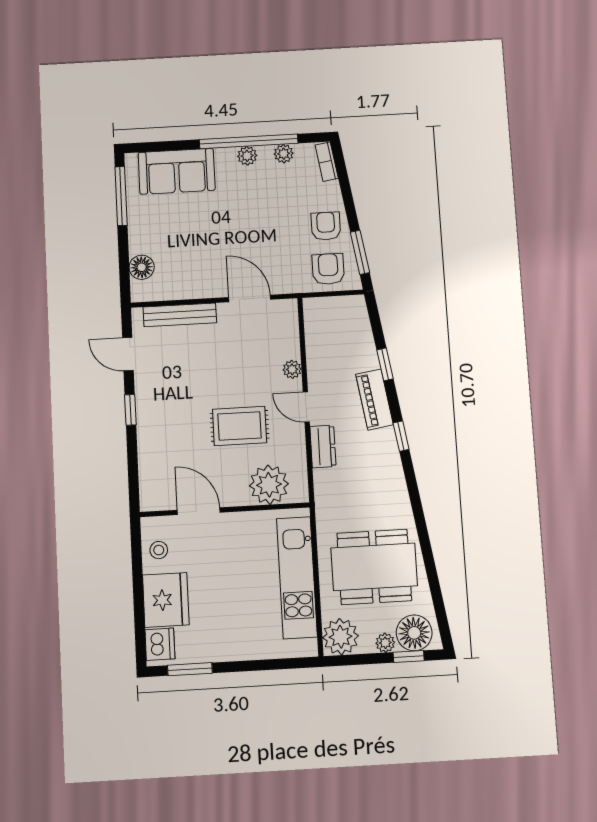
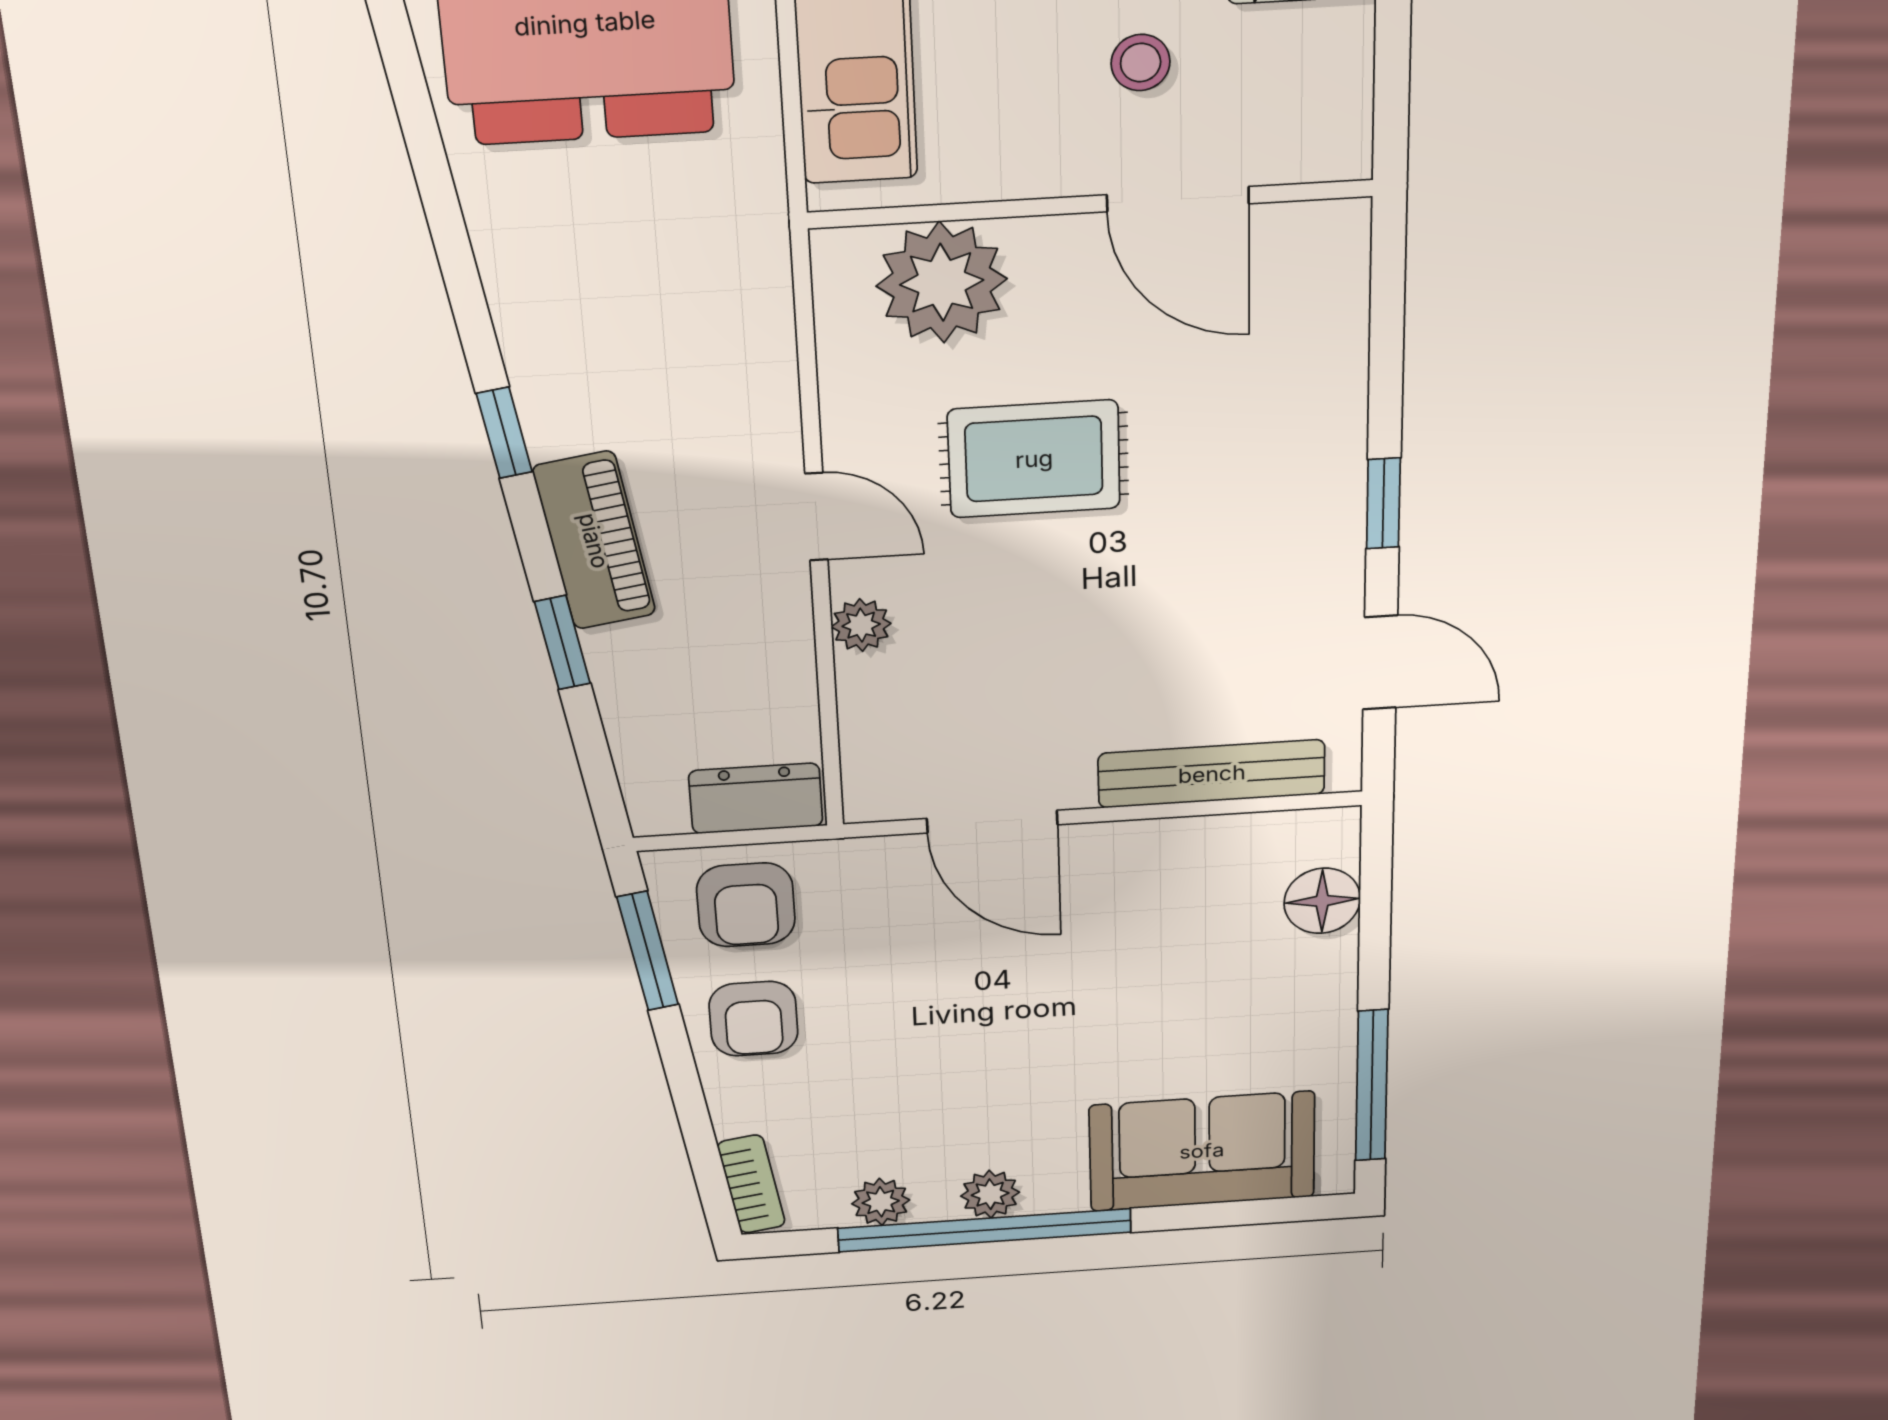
dresser: (323, 446) -> (756, 798), moved, turned 90
stool: (159, 550) -> (1141, 63), moved

